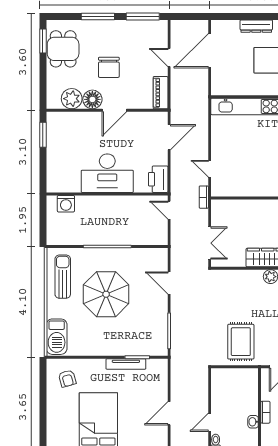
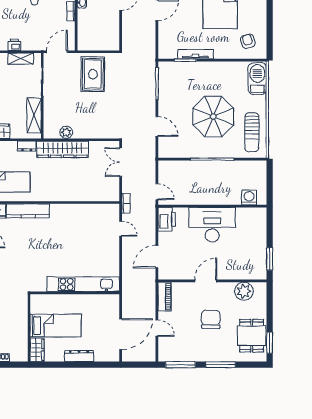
floor lamp: (92, 99) -> (225, 291), removed

